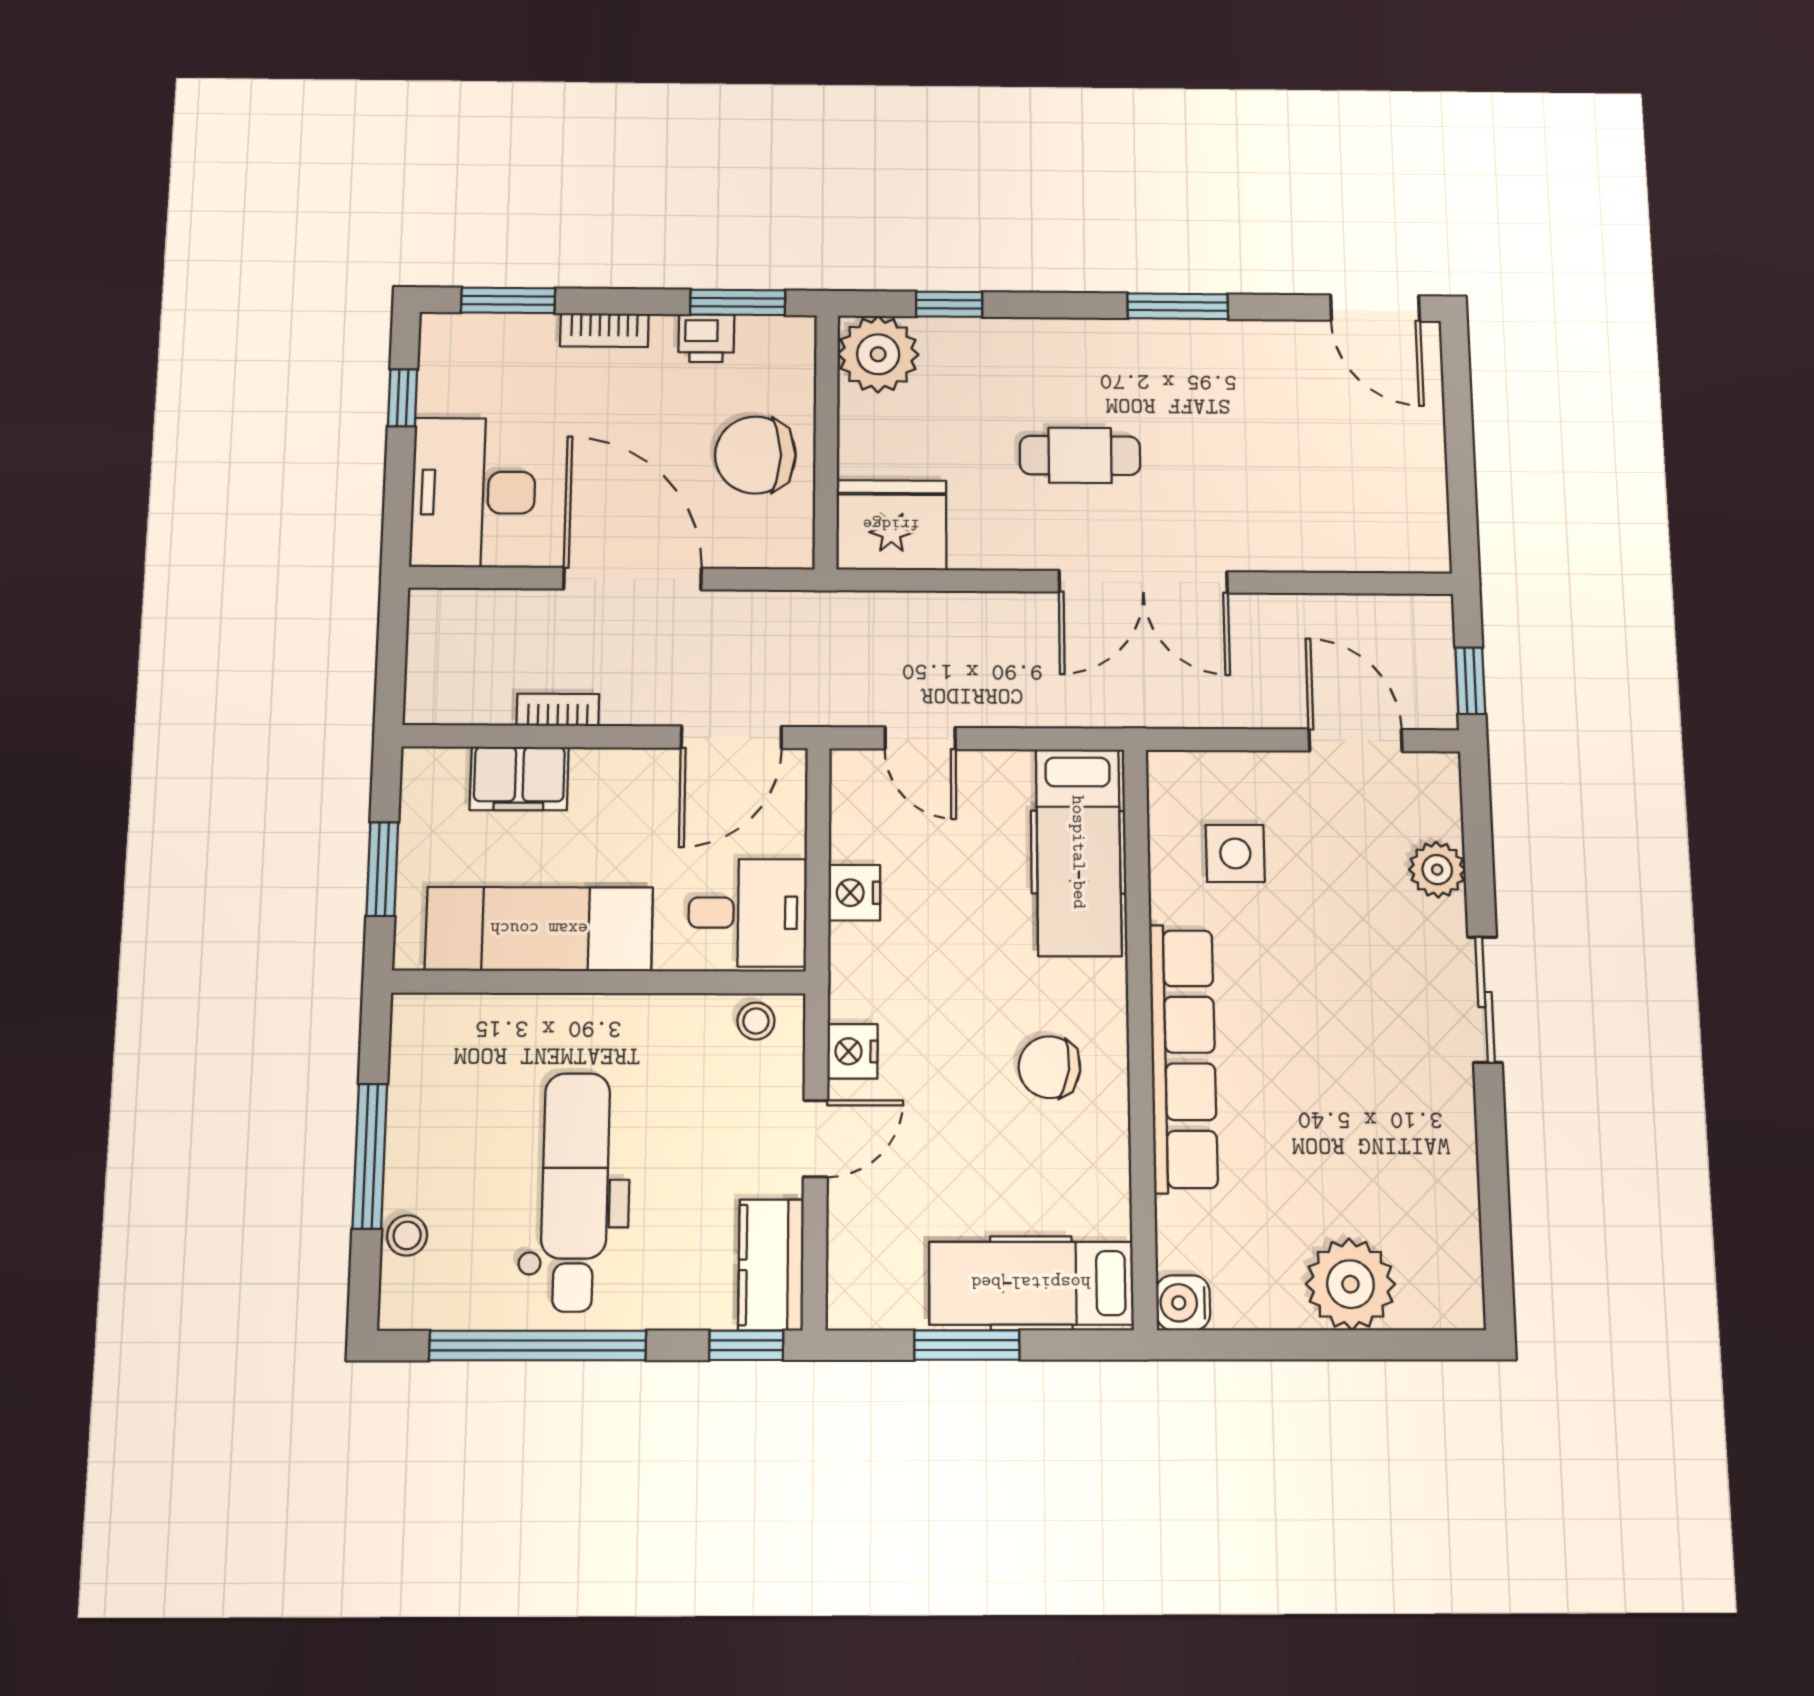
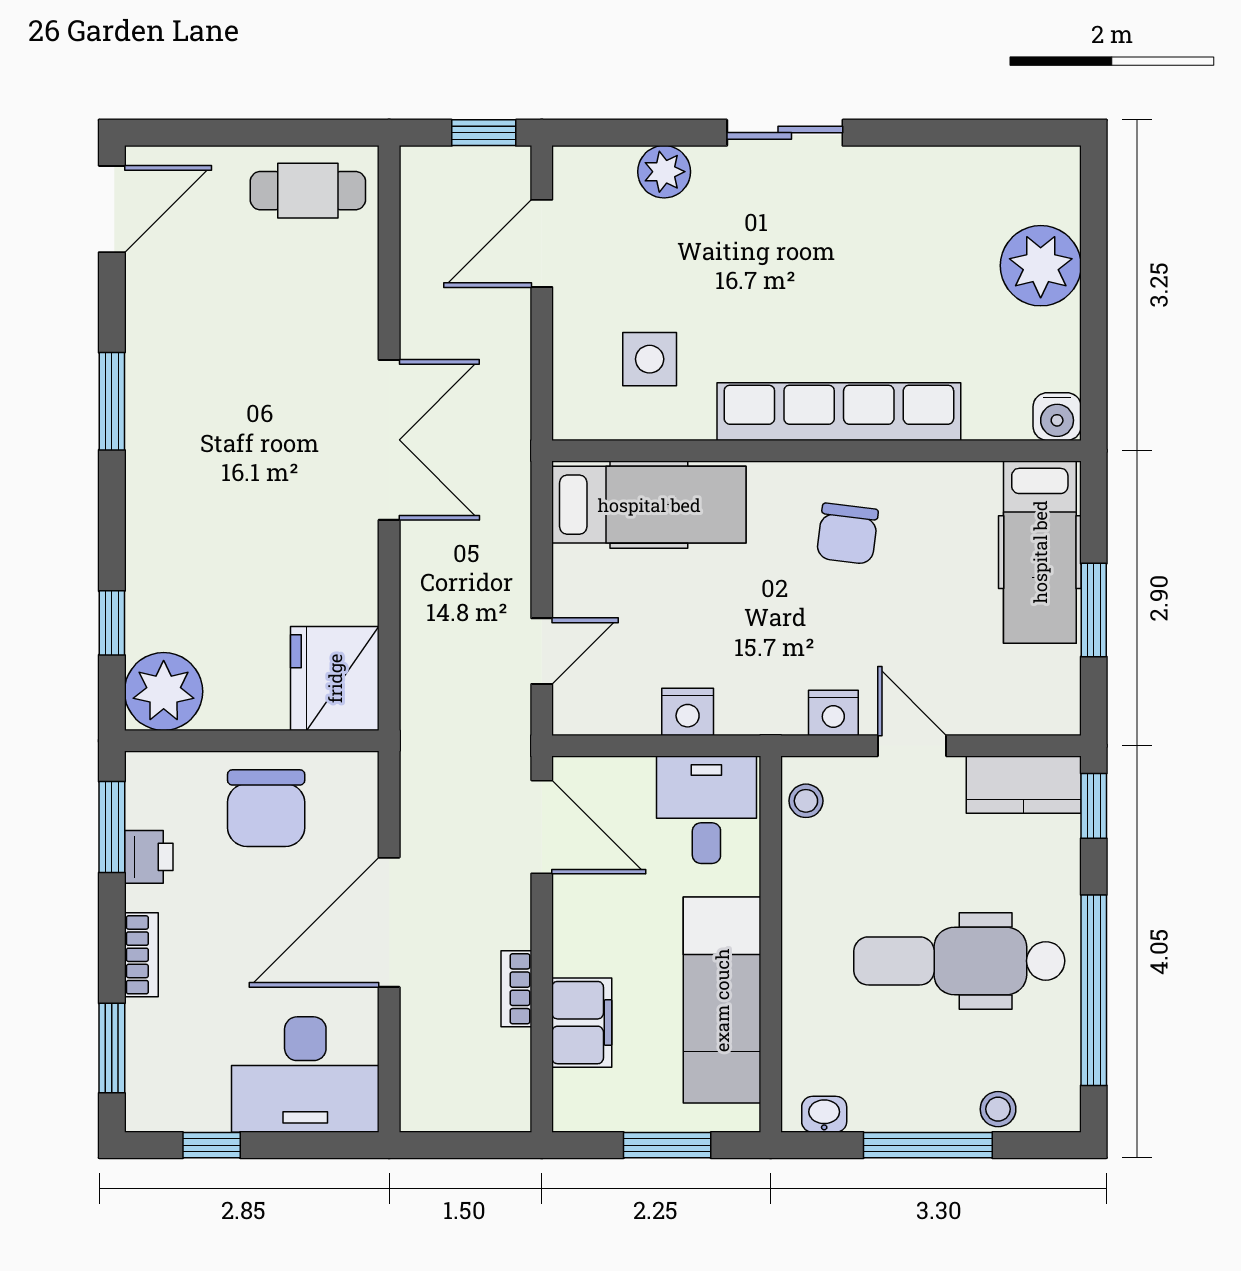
cafe table: (1080, 455) -> (308, 191), moved, turned 90
washbasin: (409, 1040) -> (824, 1114), added

